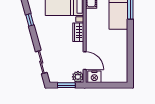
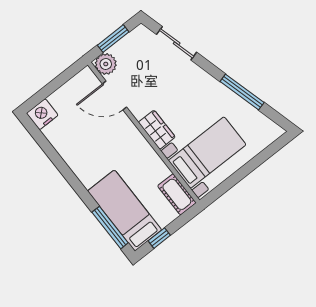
window: (30, 20) -> (242, 92), width x2.17
nightstand: (94, 77) -> (42, 114), moved

